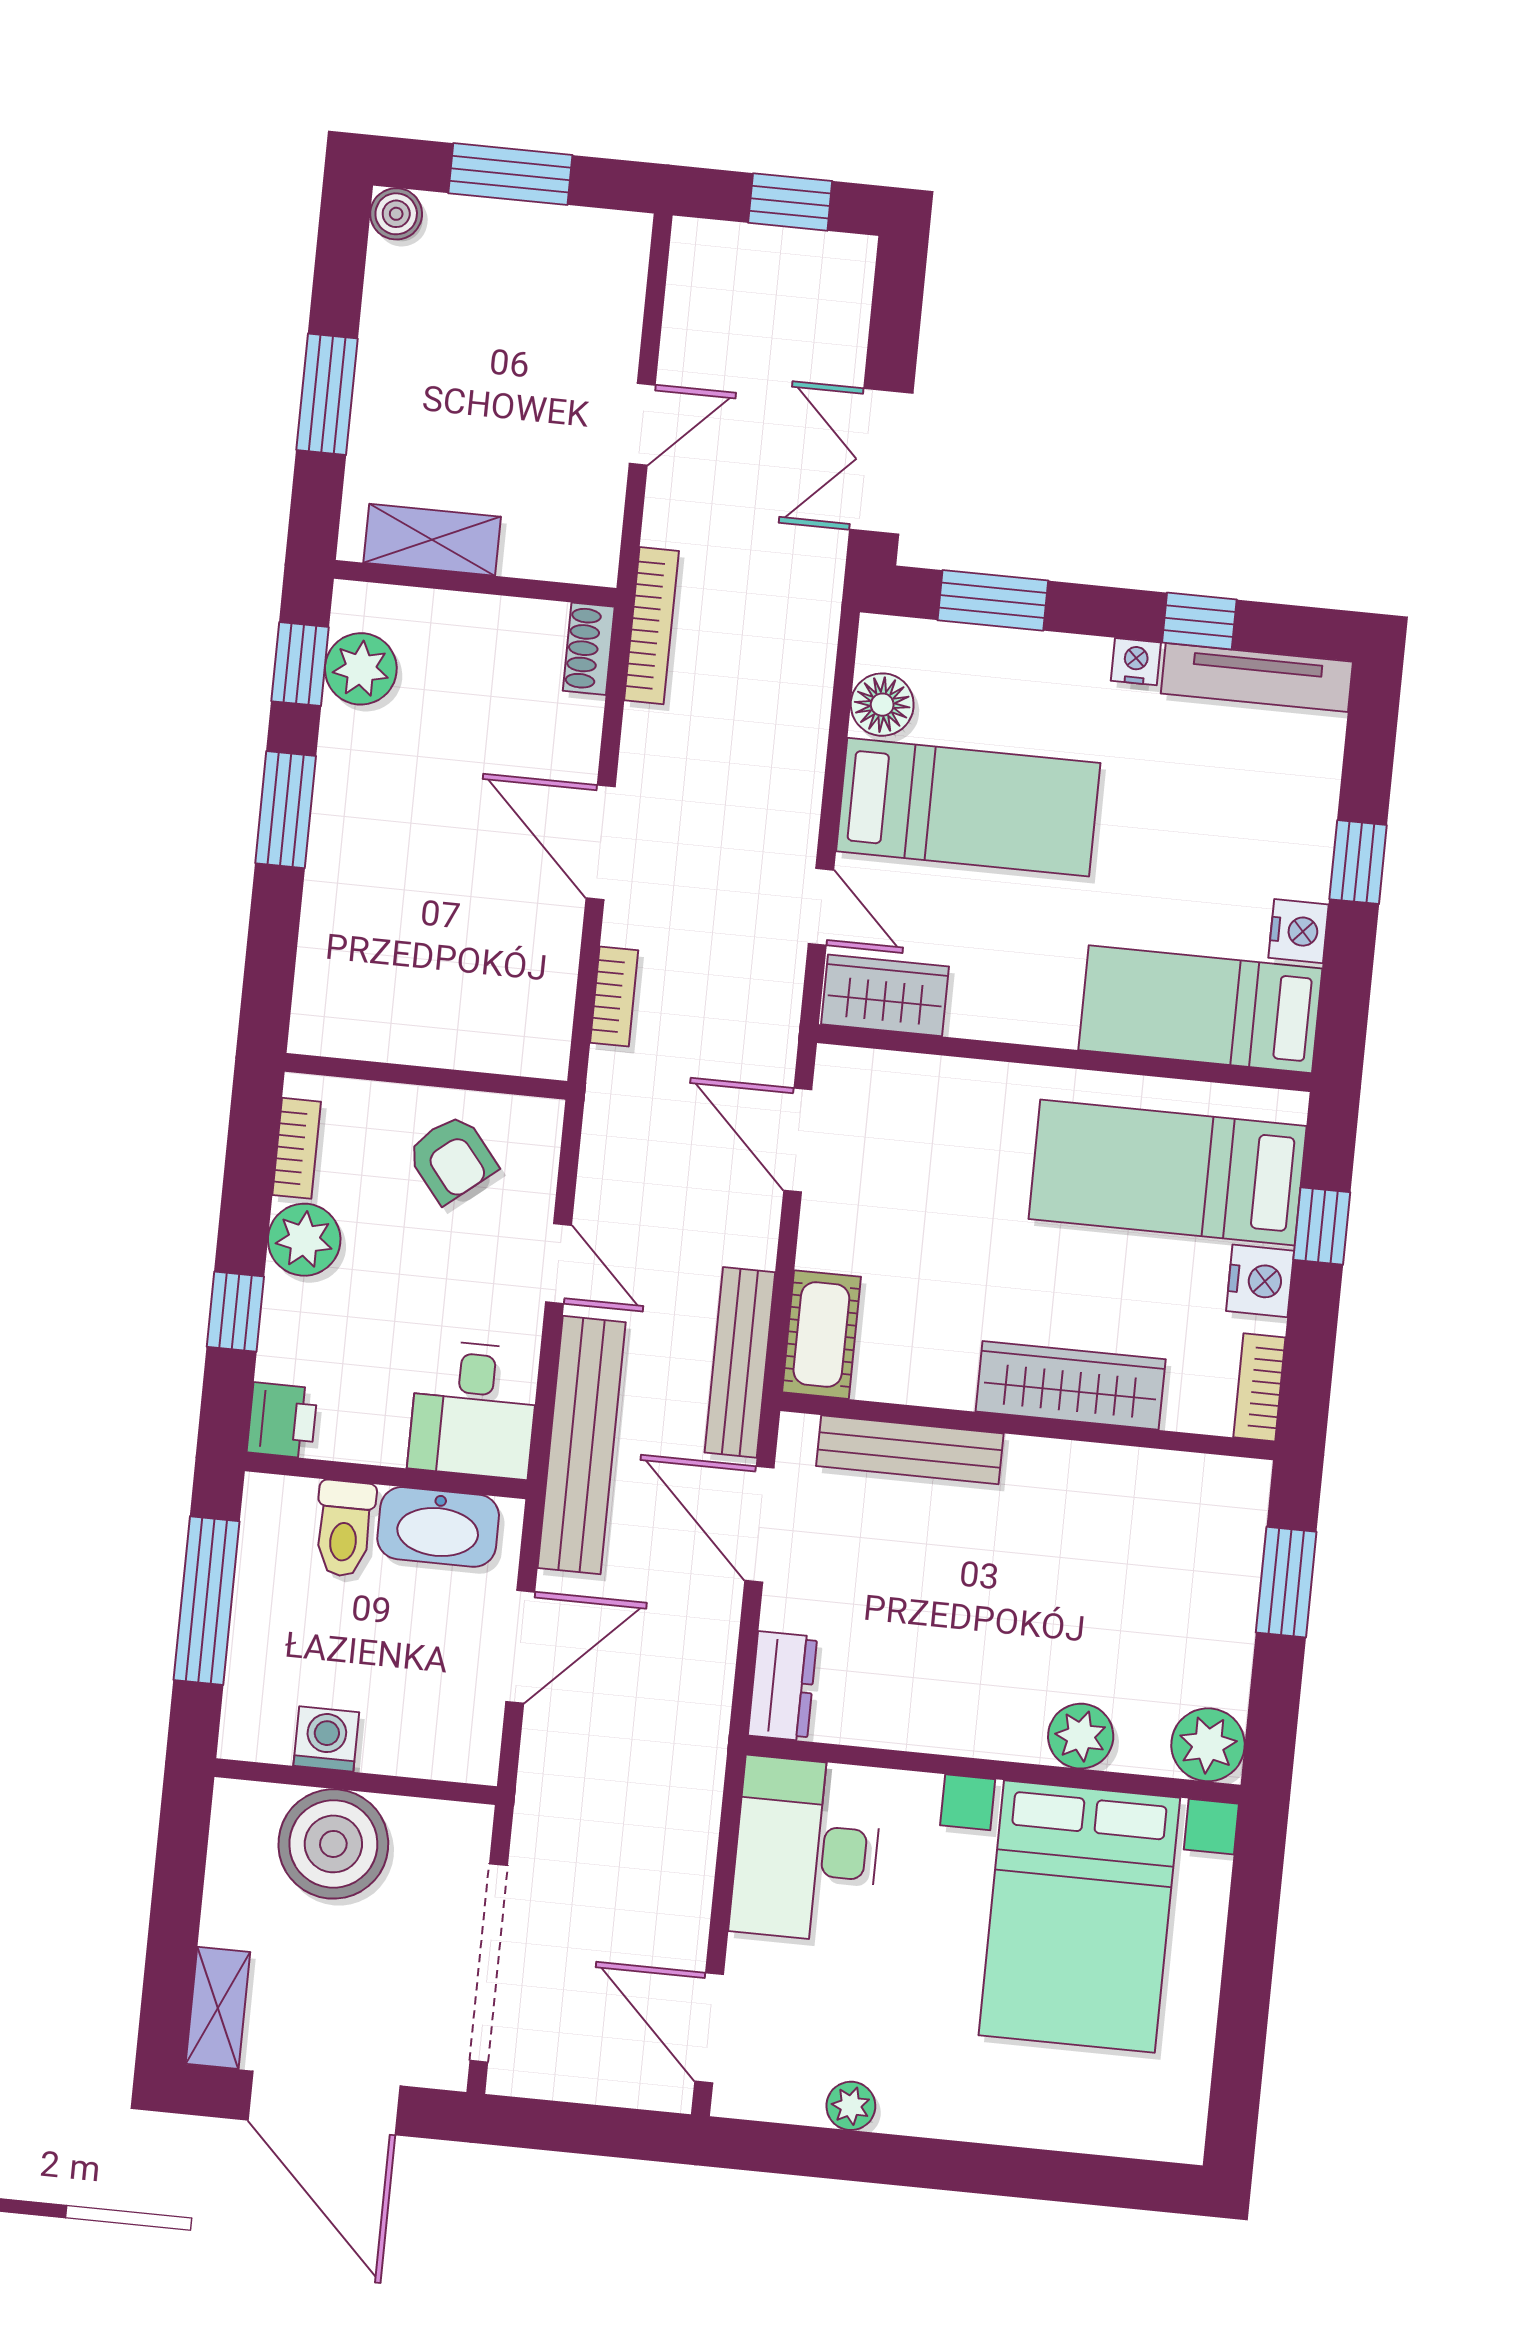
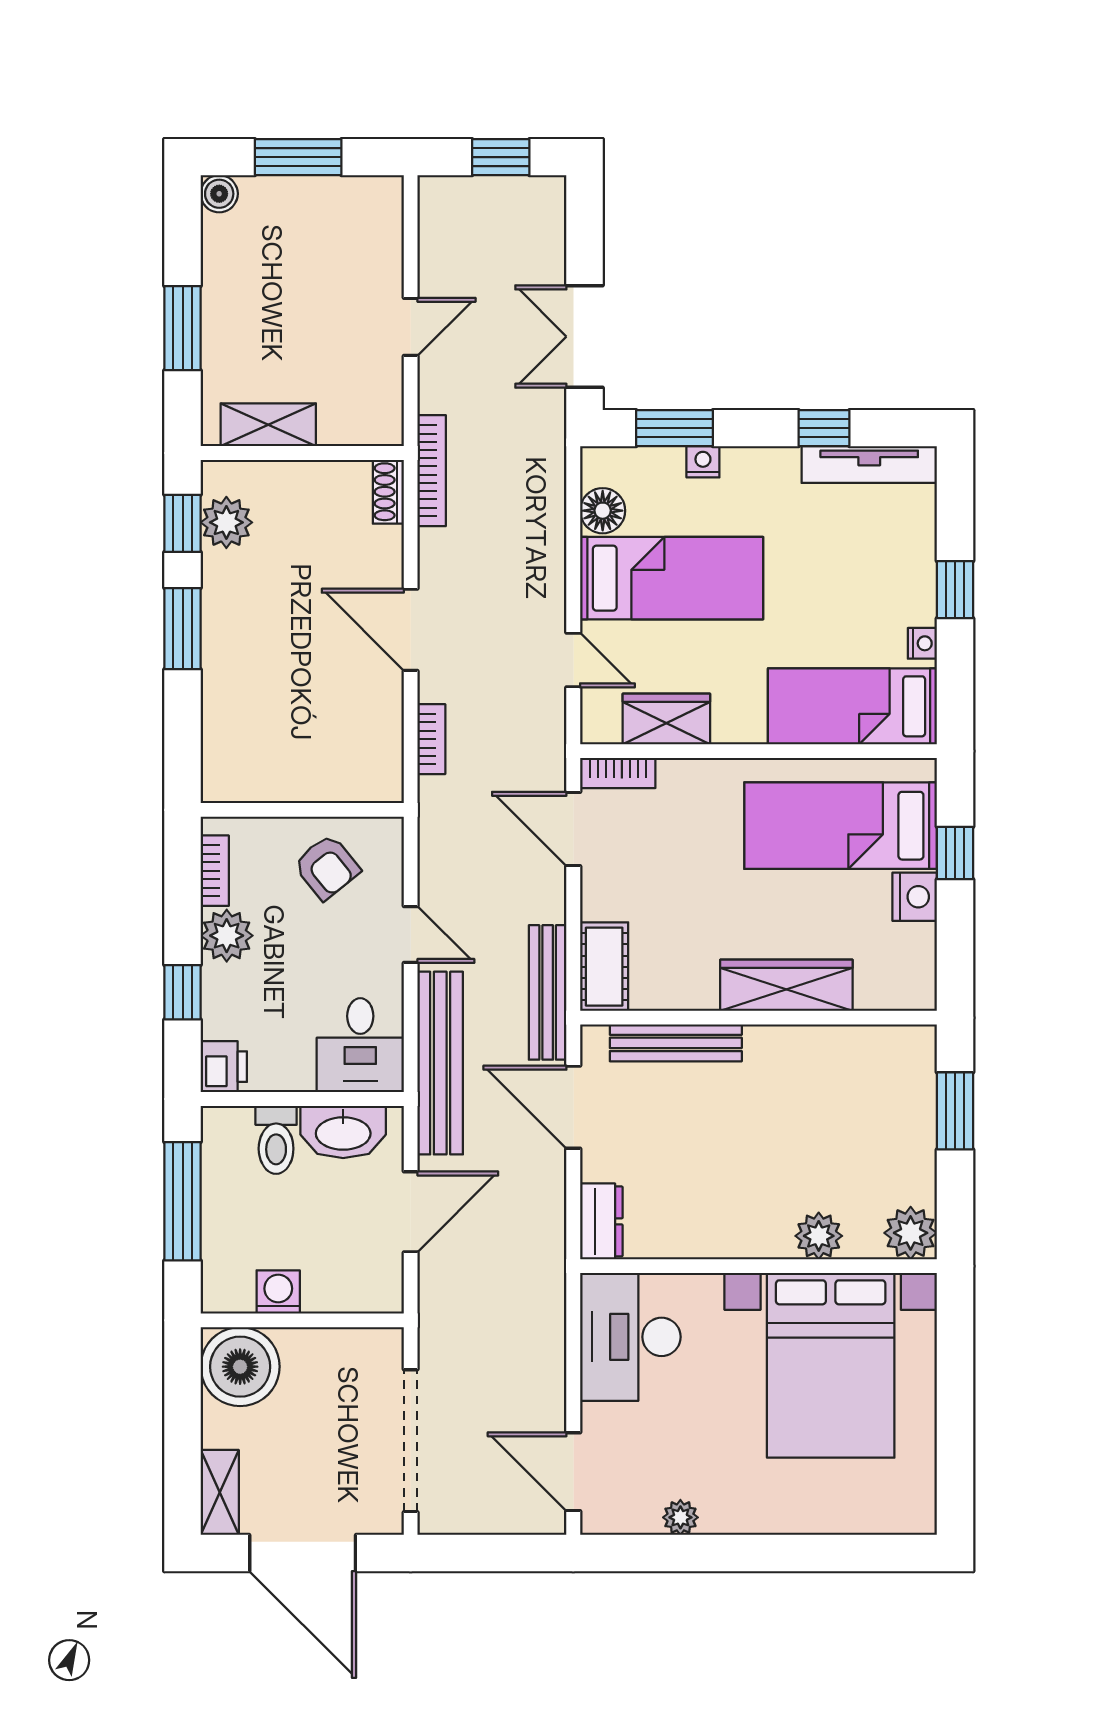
nightstand: (1136, 662) -> (703, 462), moved
nightstand: (1299, 931) -> (922, 643), width x0.72, depth x0.74
wardrobe: (885, 995) -> (666, 719), moved
bookcase: (1259, 1387) -> (618, 773), moved, turned -90
boiler: (333, 1844) -> (240, 1367), moved

